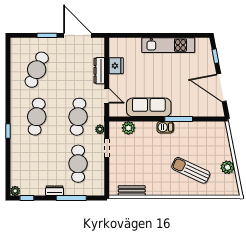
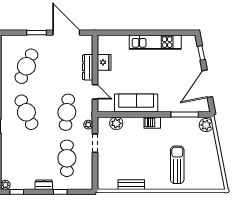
door: (221, 88) -> (207, 84), hinge flipped
cafe table: (37, 117) -> (26, 112), turned -33
window: (179, 119) -> (185, 115), moved
plant: (227, 167) -> (206, 125), moved
sun lounger: (191, 170) -> (177, 165), turned 65
bench: (132, 191) -> (131, 185), moved
window: (71, 198) -> (60, 192), width x0.46

